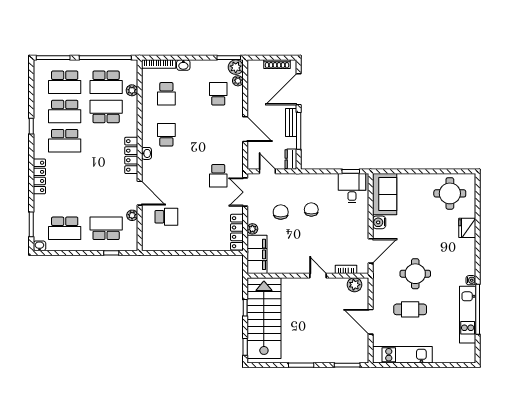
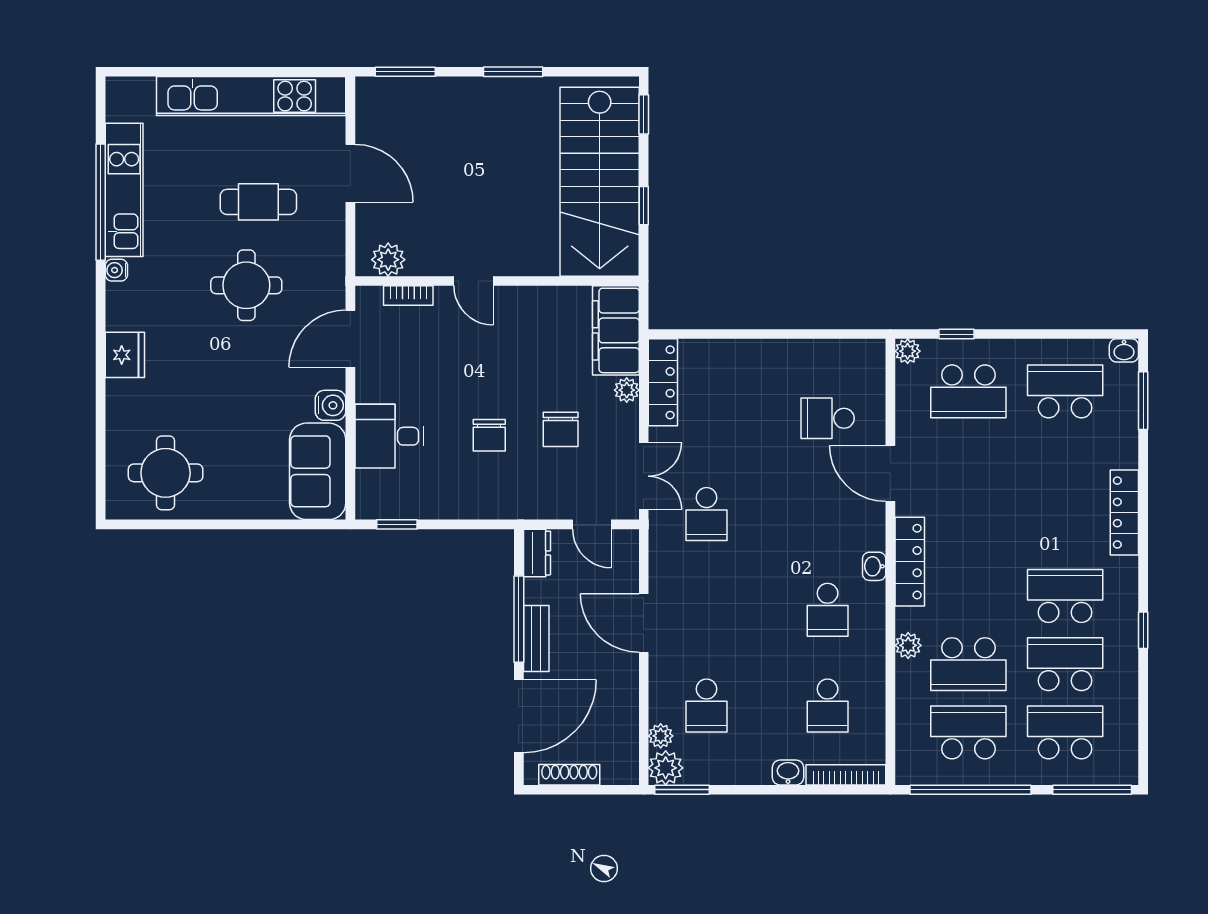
plant: (132, 90) -> (908, 645), moved
school desk: (166, 94) -> (828, 705), turned 180
school desk: (218, 176) -> (707, 514), turned 180
desk: (352, 188) -> (389, 436), moved, turned 90
plant: (132, 215) -> (908, 351), moved
fridge: (467, 228) -> (125, 355), moved
kitchen unit: (402, 355) -> (251, 96), width x1.36

